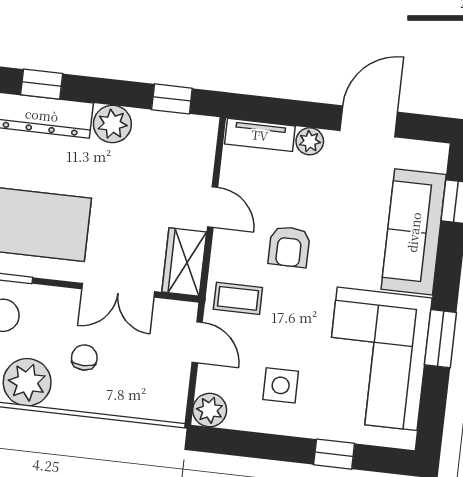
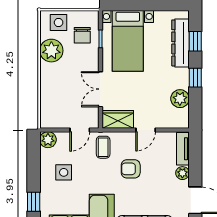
window: (172, 99) -> (195, 78), moved
plant: (112, 124) -> (180, 99), moved
chair: (84, 358) -> (66, 77), removed

